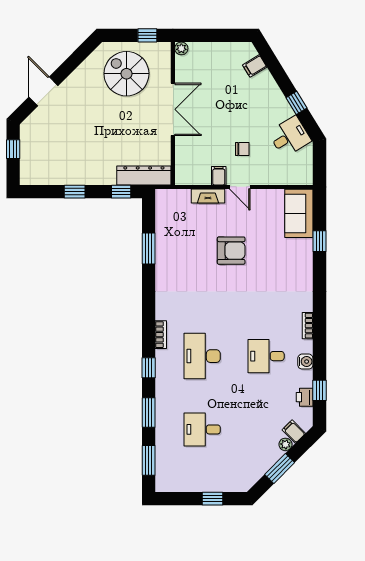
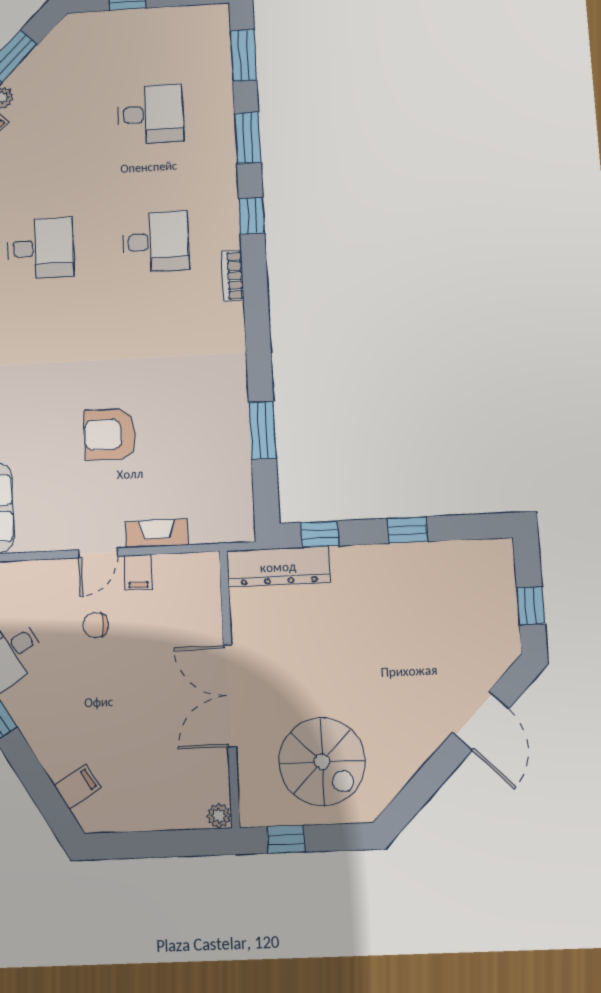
door: (240, 187) -> (98, 553), swing flipped
desk: (202, 356) -> (156, 242), width x0.73

